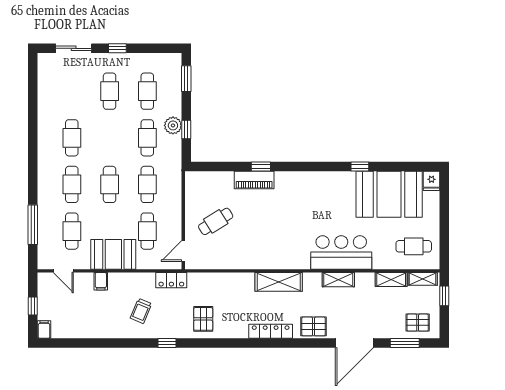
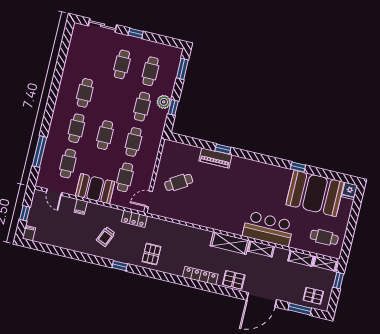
shelving: (279, 282) -> (230, 243), moved

